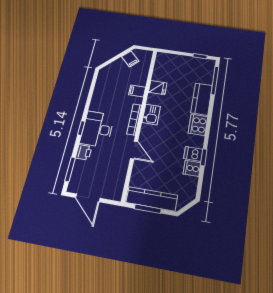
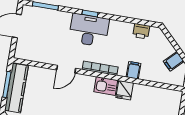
fridge: (158, 88) -> (125, 90), moved
printer: (84, 152) -> (141, 31), moved

